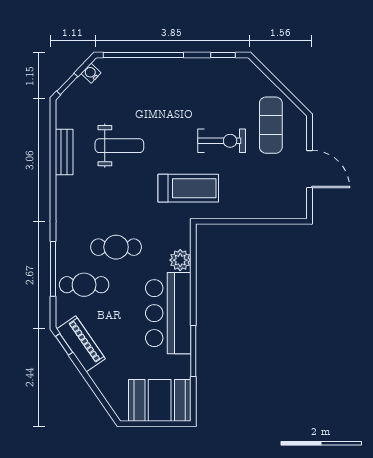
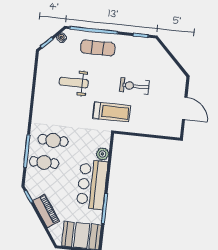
exercise mat: (271, 125) -> (98, 48), moved, turned 90
exercise bike: (222, 141) -> (134, 86), turned 180
weight bench: (119, 146) -> (74, 82), turned 180
bench: (64, 152) -> (41, 83), removed
cafe table: (116, 247) -> (53, 140), moved
piano: (81, 344) -> (46, 211), moved

